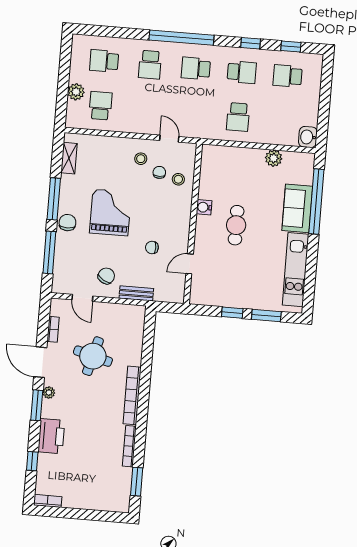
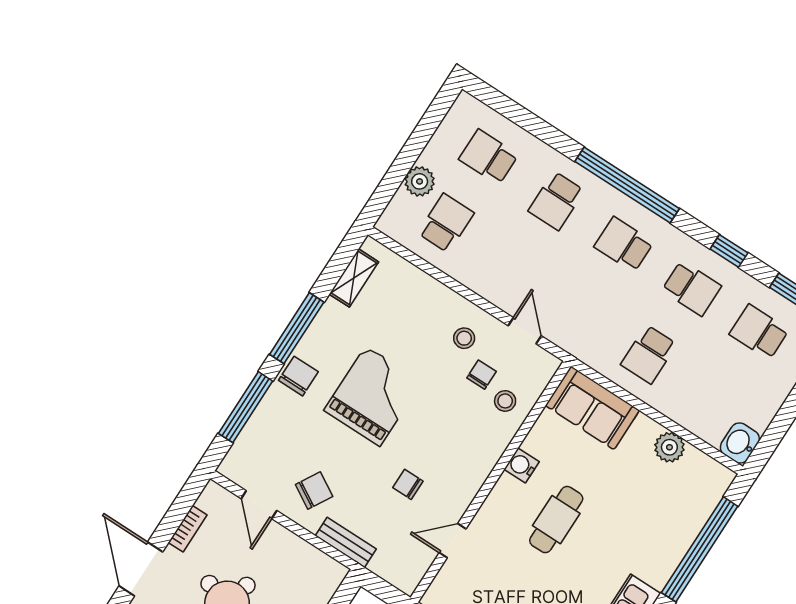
sofa: (297, 208) -> (592, 408), moved, turned -90

